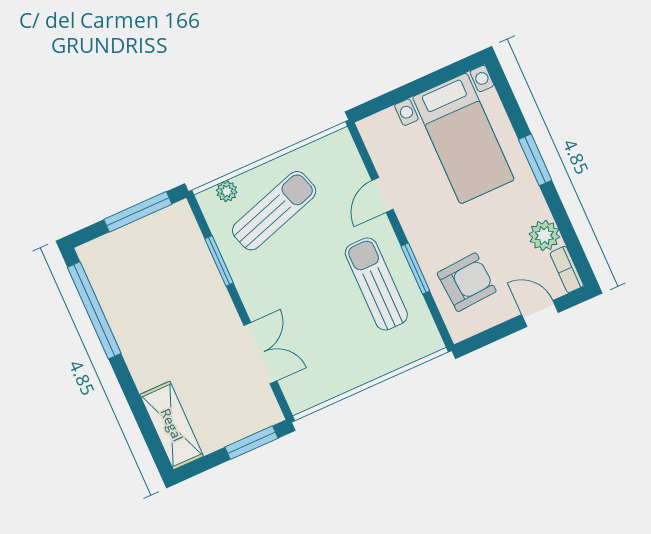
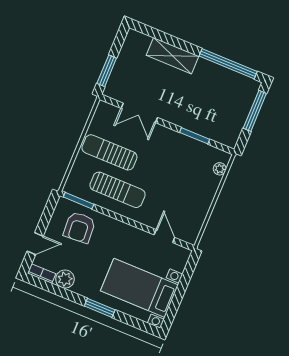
door: (383, 195) -> (164, 236), moved
sun lounger: (274, 211) -> (109, 152), moved, turned 108
window: (138, 212) -> (255, 111), moved
window: (415, 269) -> (79, 201), moved
shelving: (172, 425) -> (173, 56), moved

